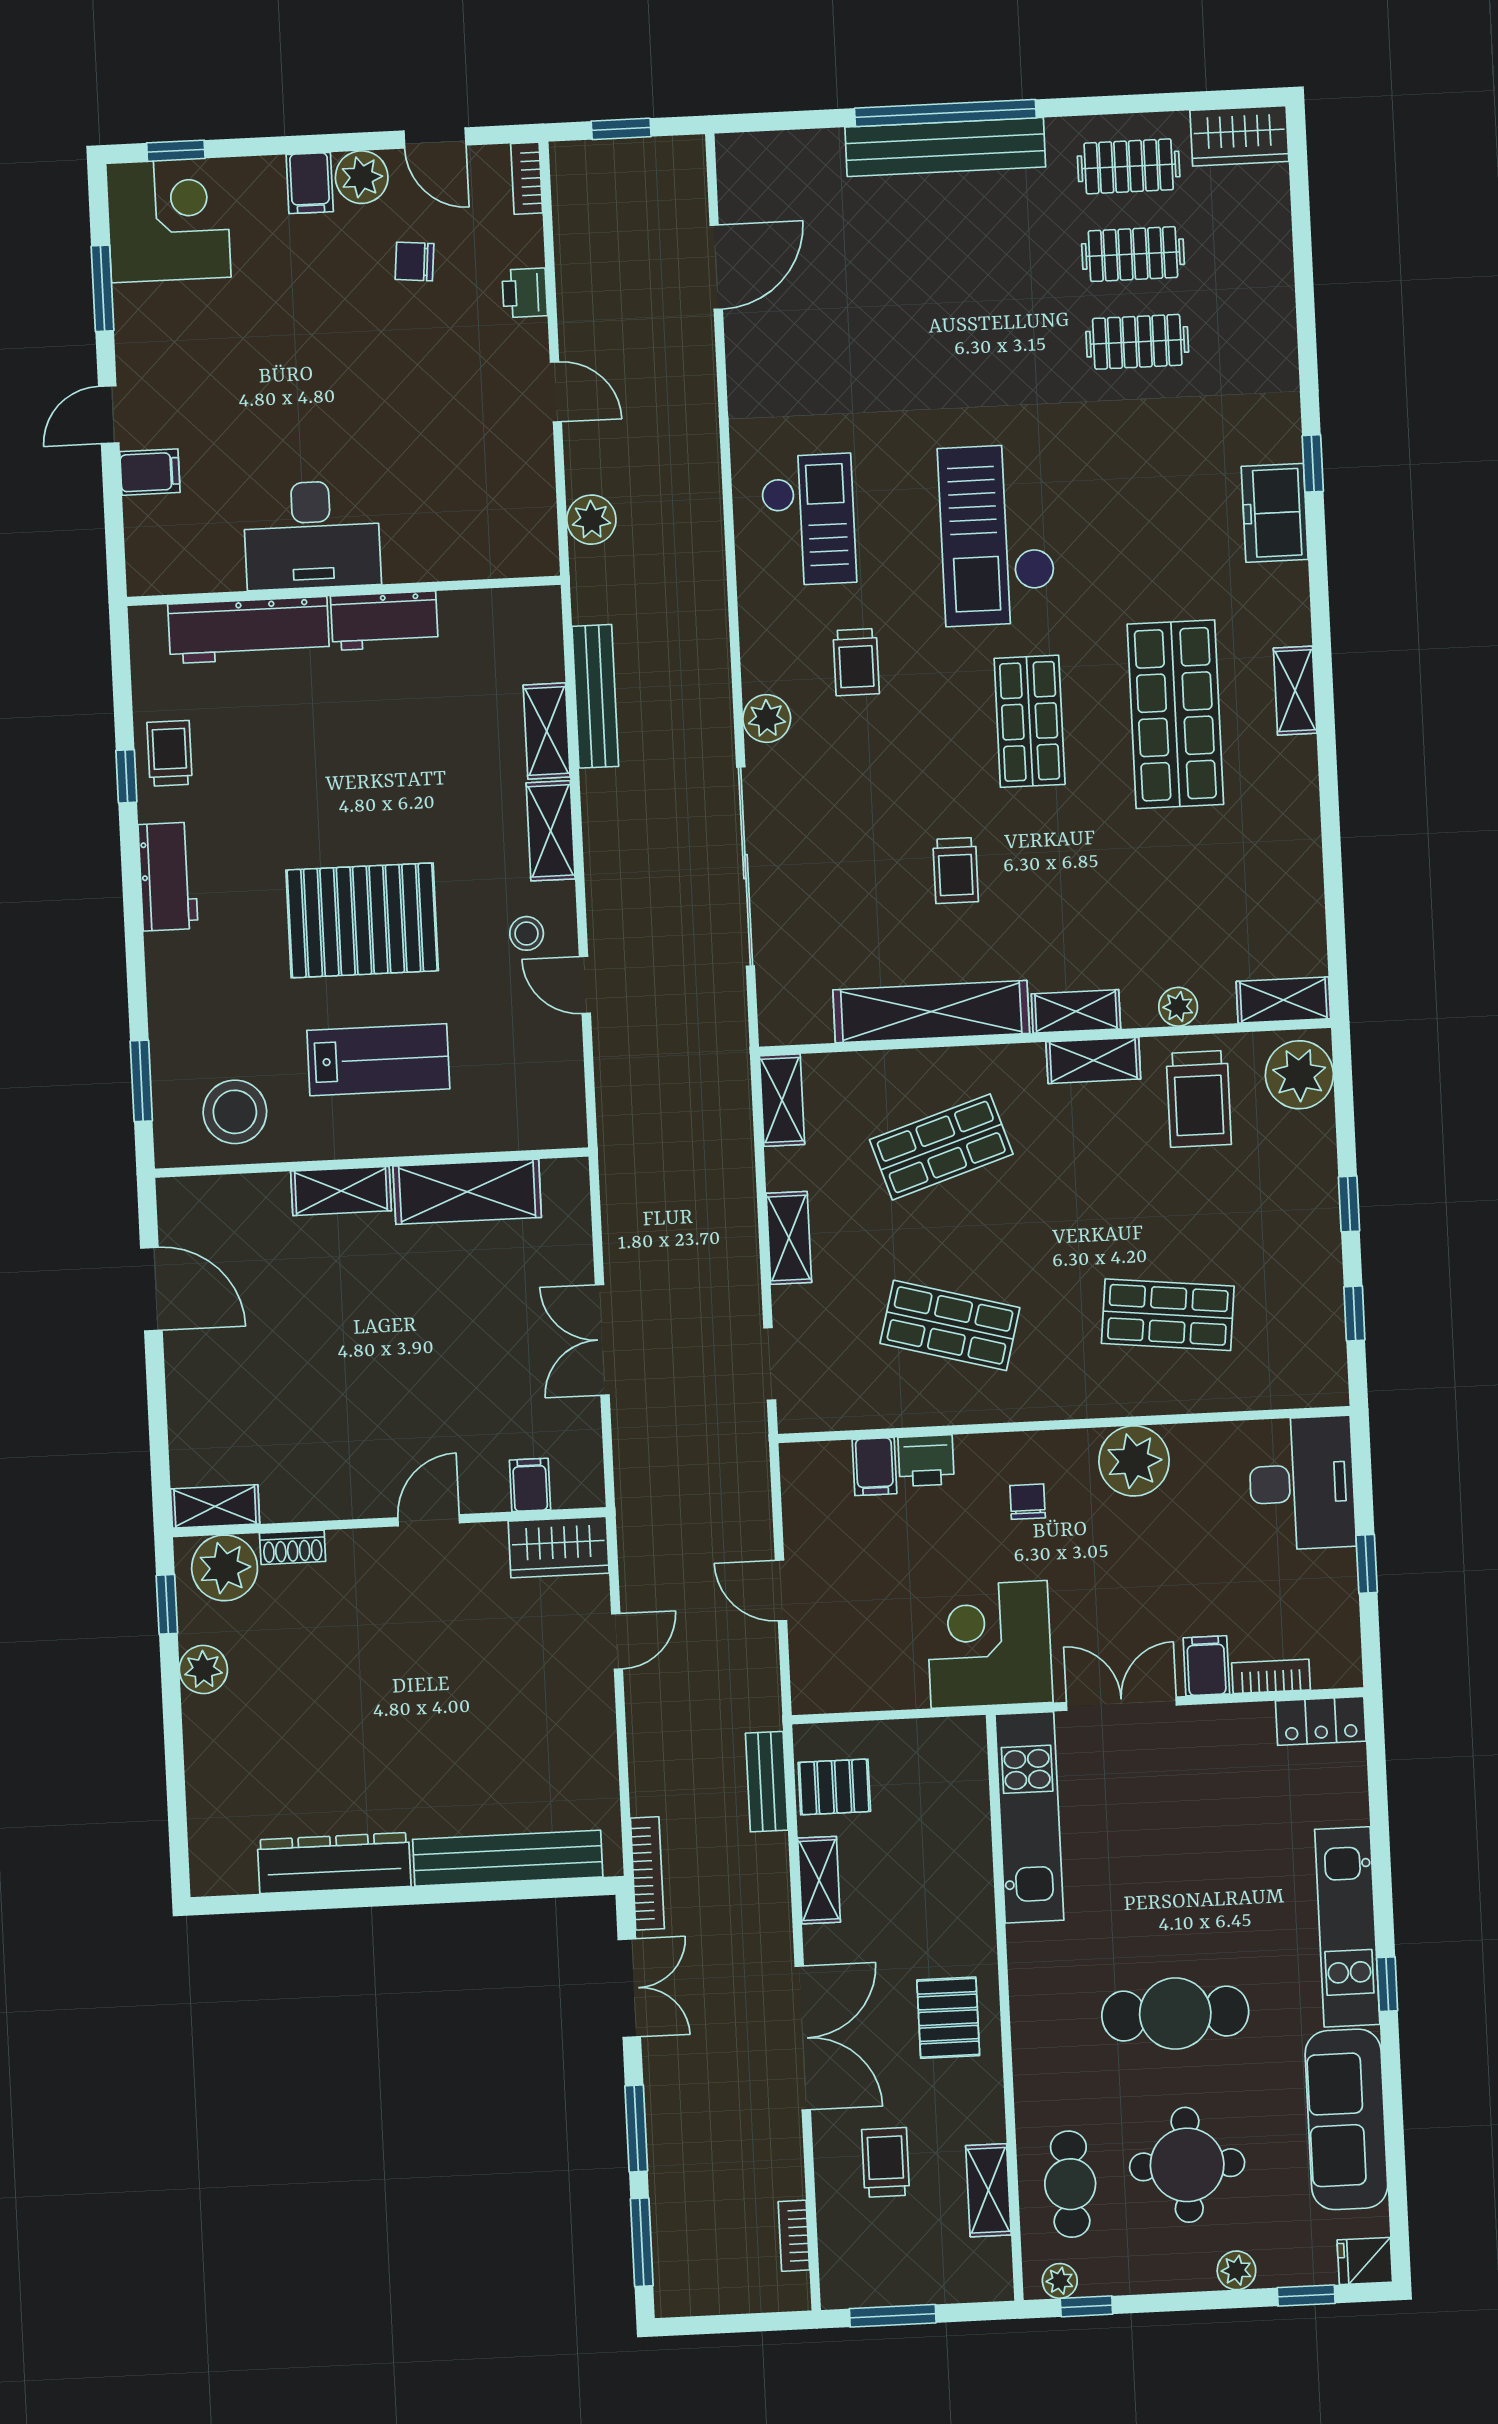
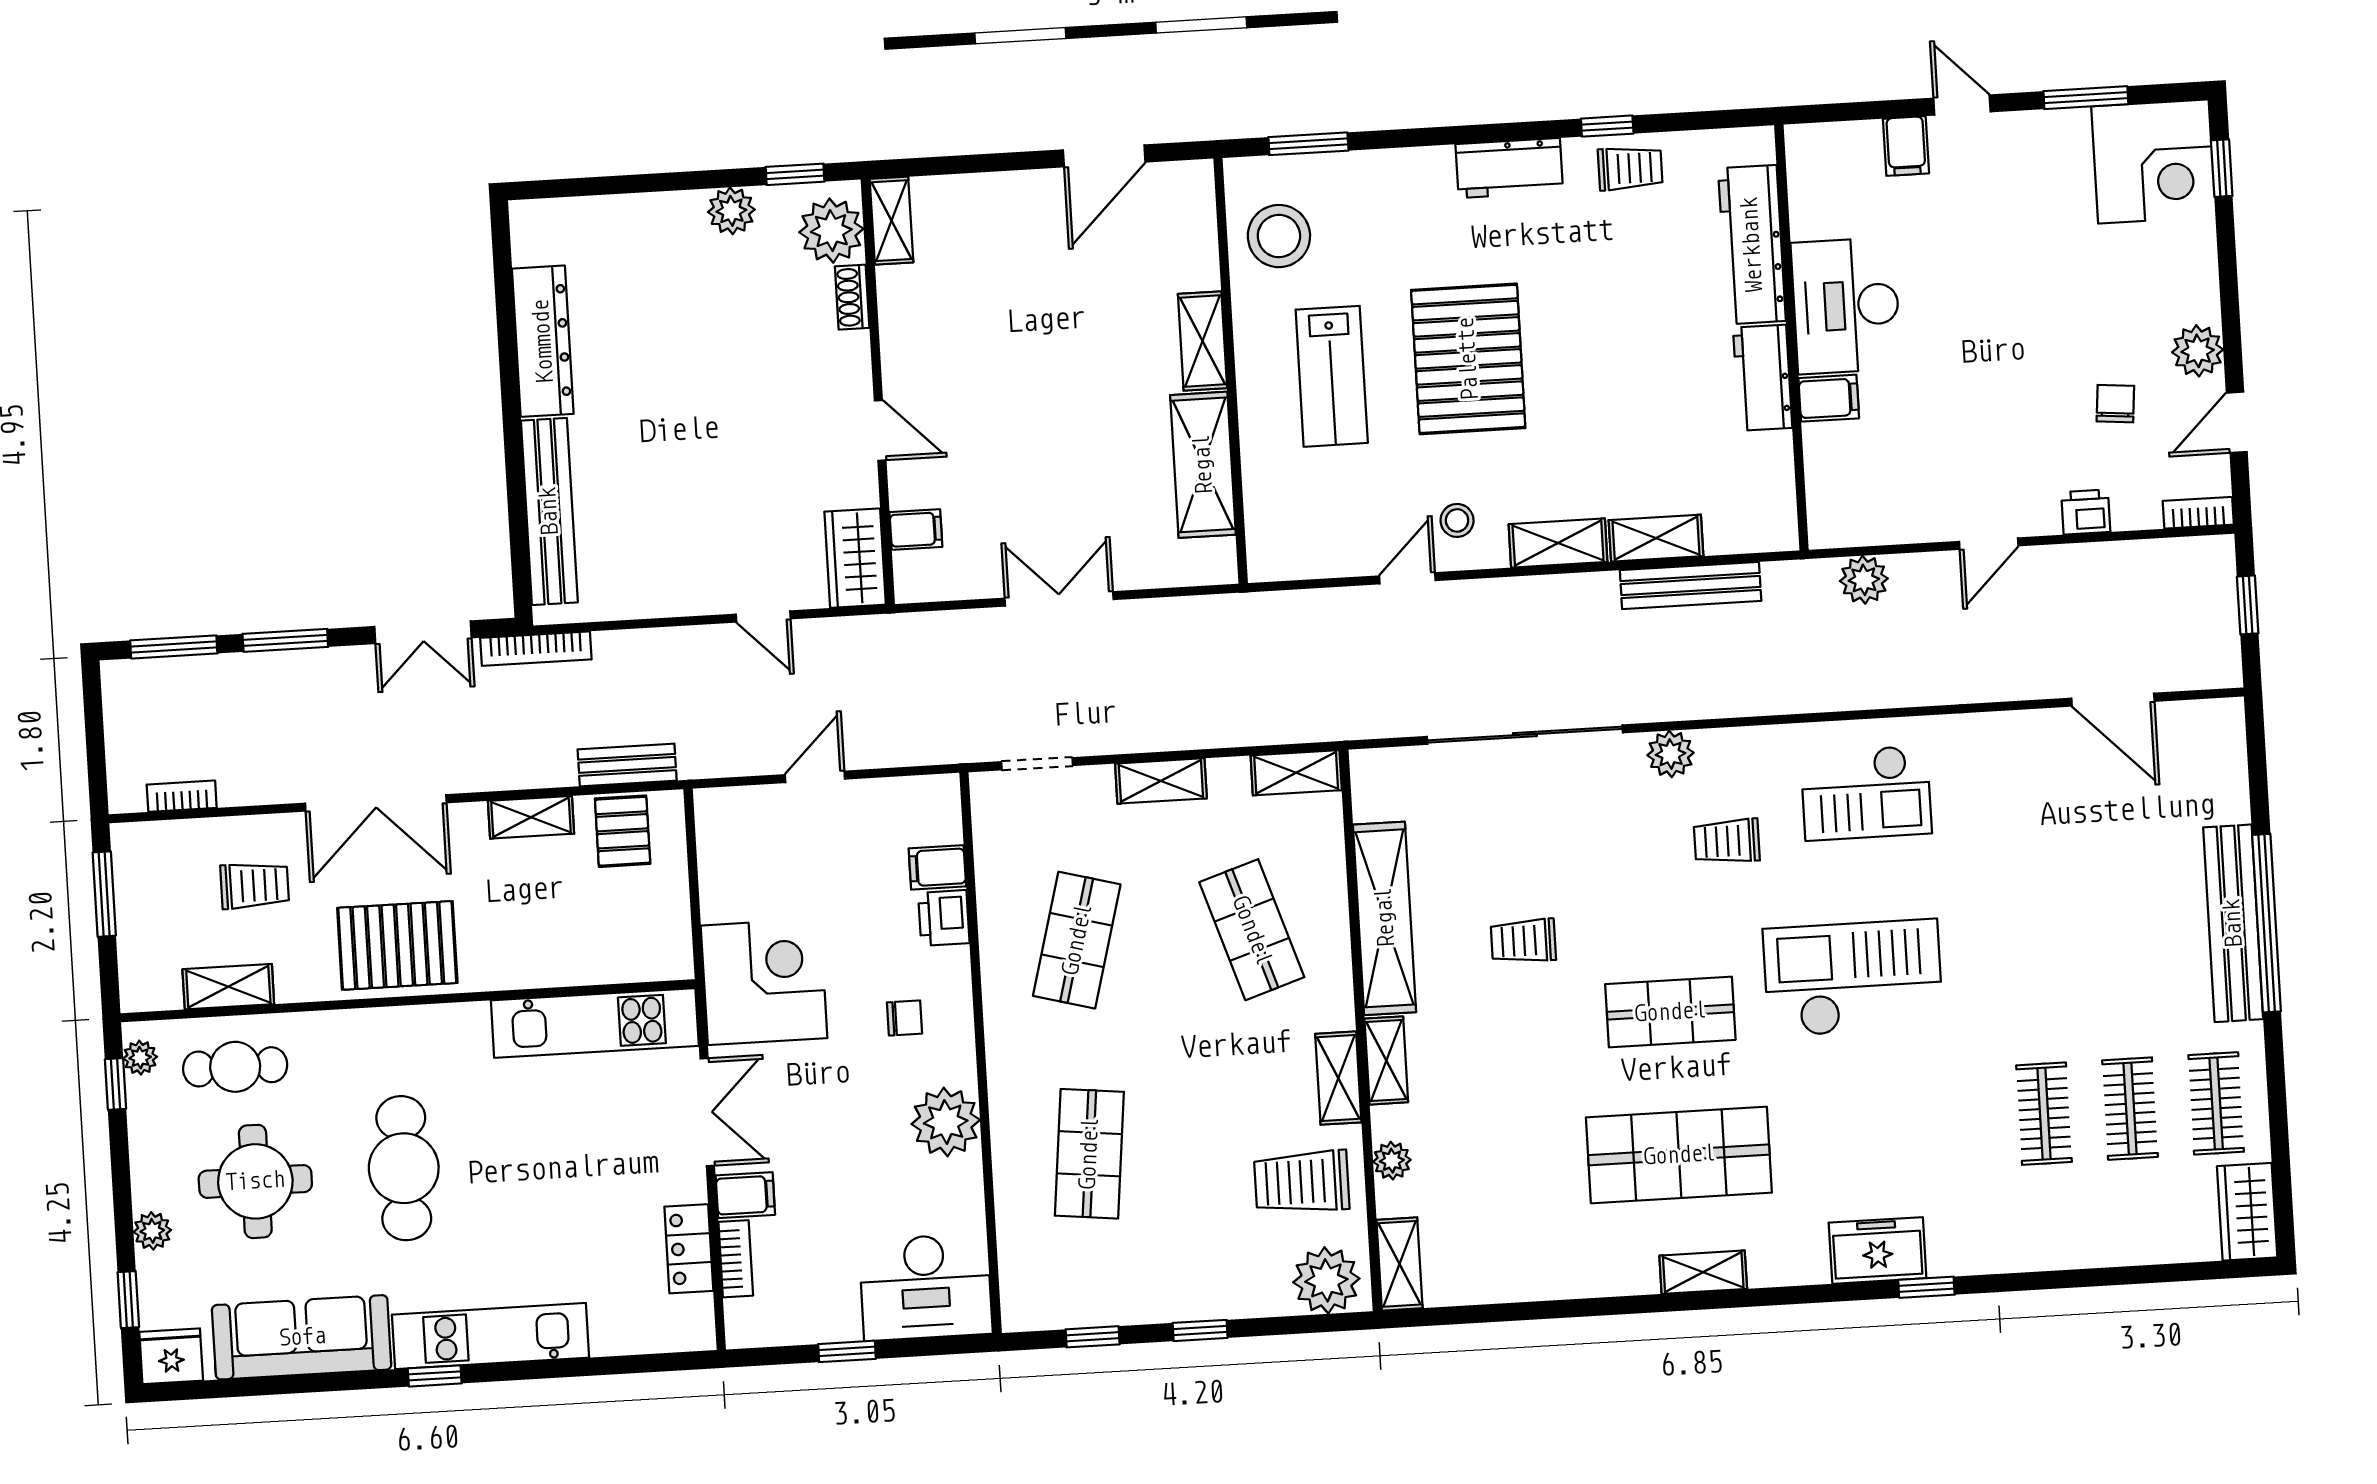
filing cabinet: (310, 183) -> (1829, 398), moved, turned 180
locker: (1321, 1721) -> (689, 1249), moved
pallet: (948, 2018) -> (397, 945), width x1.50, depth x1.42
fridge: (1365, 2261) -> (171, 1356), width x1.38

